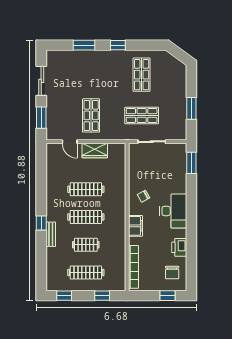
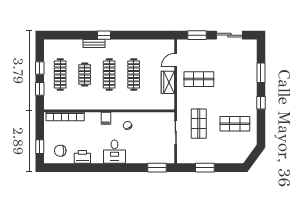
desk: (173, 211) -> (114, 152), width x0.73
filing cabinet: (135, 226) -> (106, 118), width x0.50
window: (64, 296) -> (40, 68), moved

